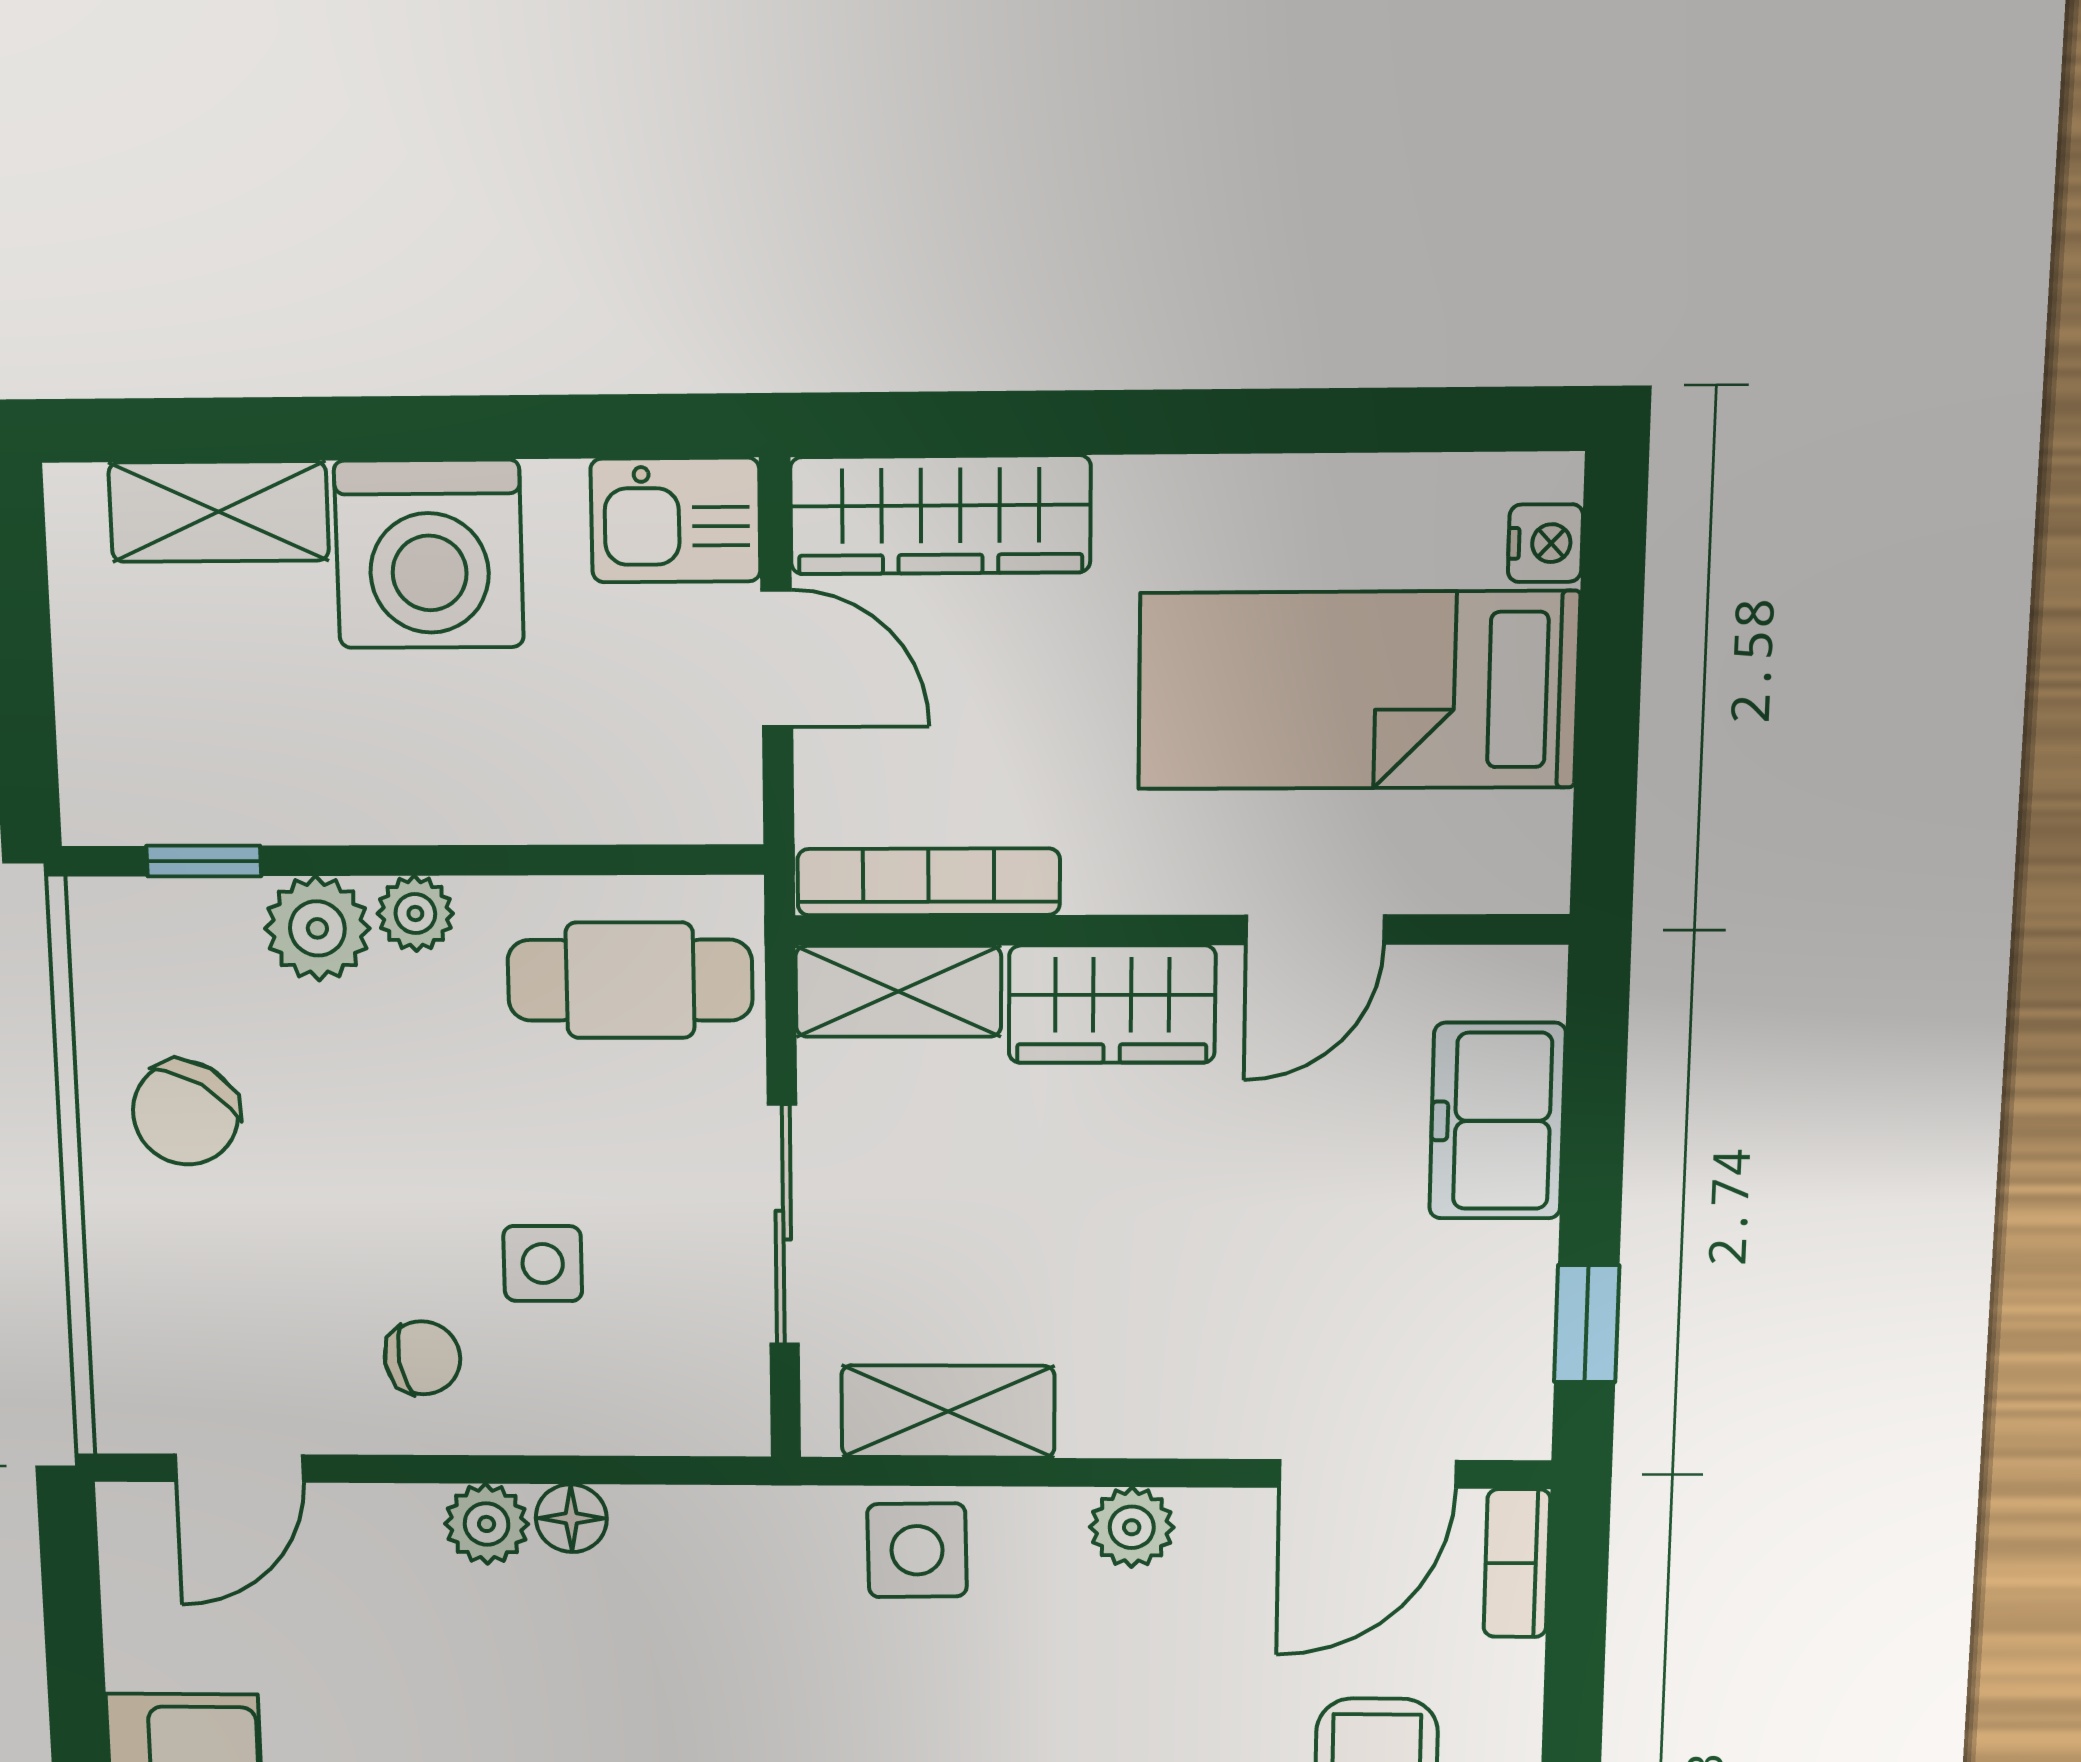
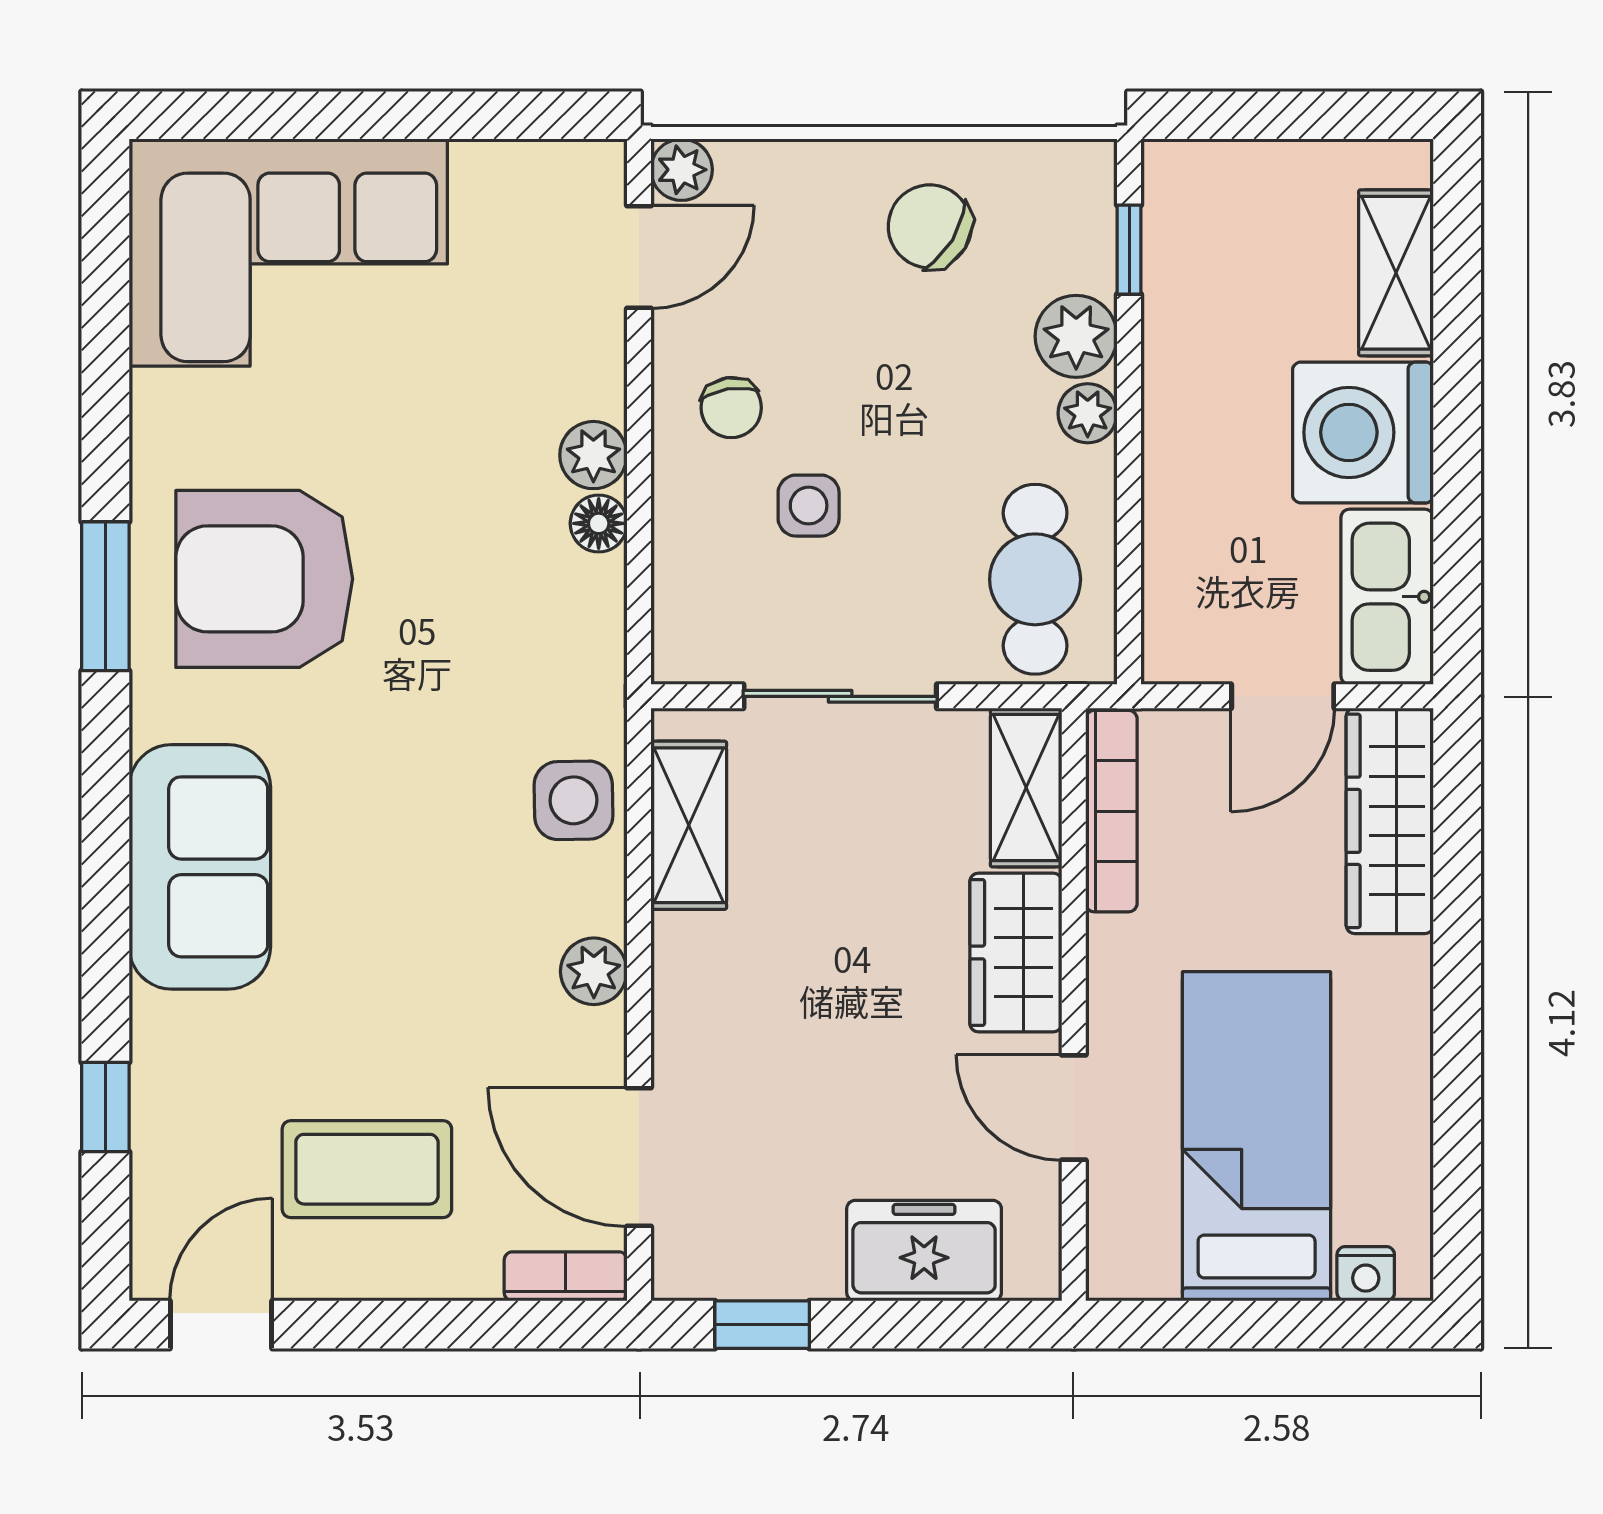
kitchen sink: (676, 520) -> (1387, 597), width x1.38
plant: (129, 1417) -> (682, 170), added
door: (239, 1468) -> (639, 257), swing flipped

